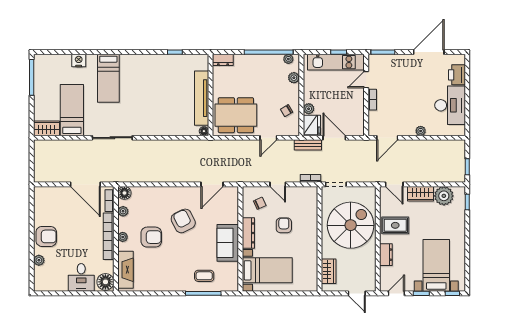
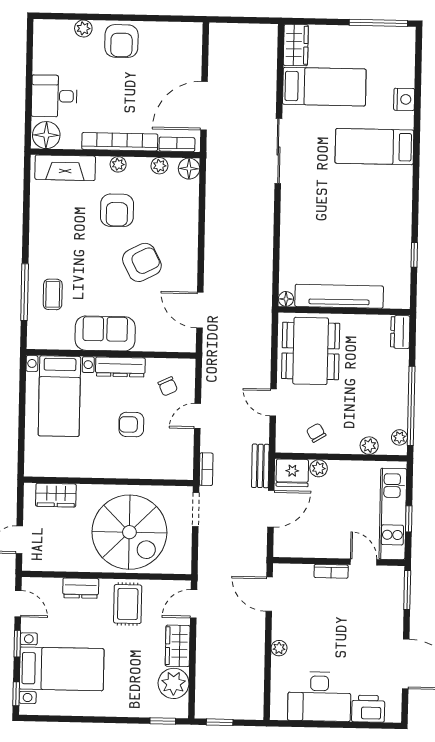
armchair: (284, 225) -> (131, 424), turned 180

